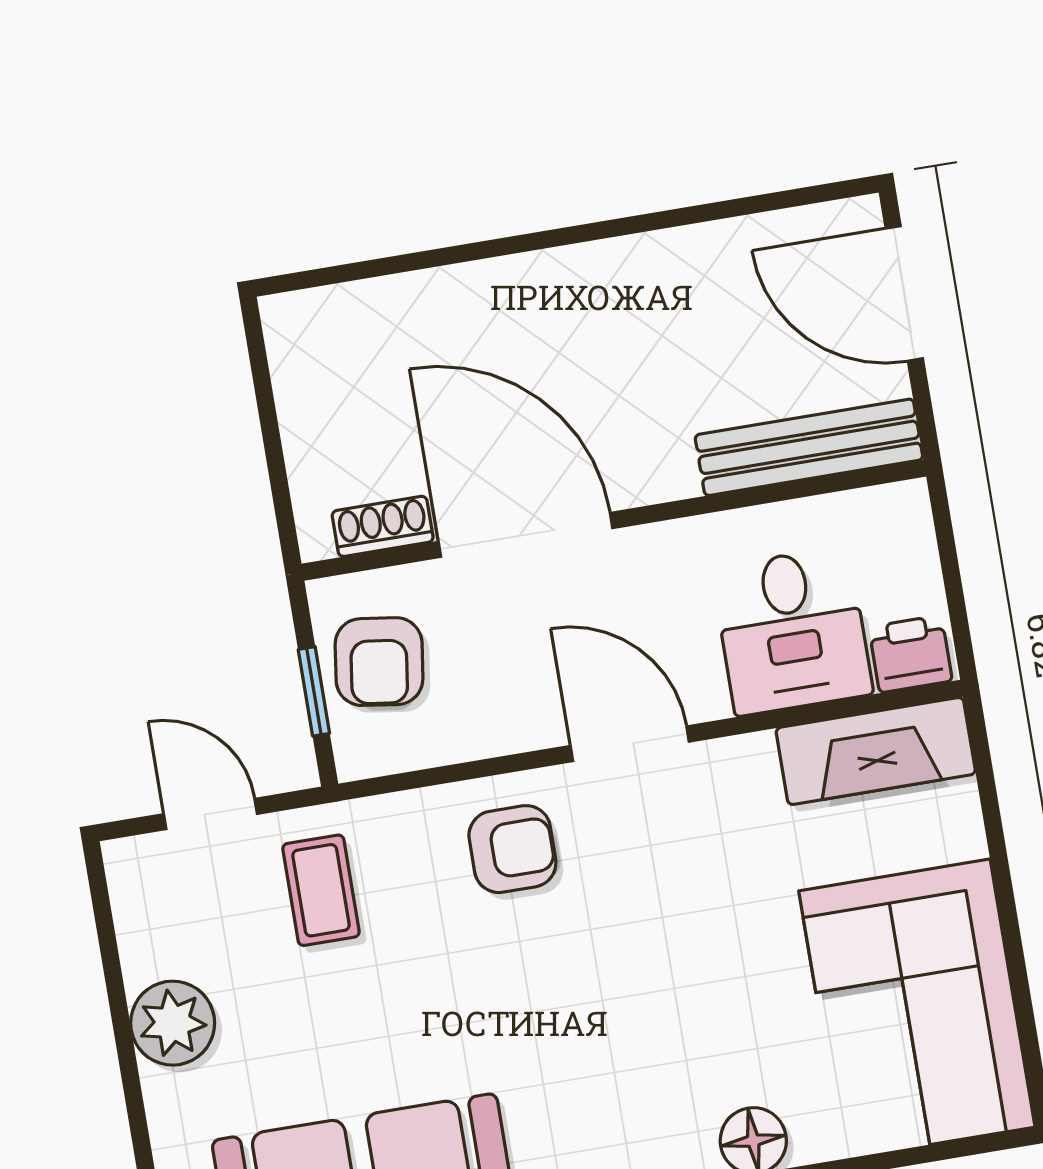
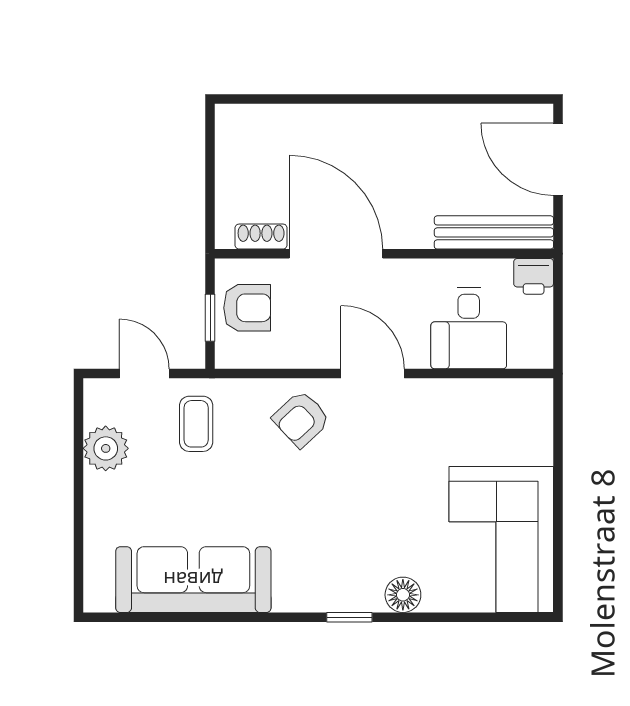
printer: (911, 654) -> (534, 276), moved, turned 180
armchair: (379, 662) -> (247, 308), turned -98
fireplace: (876, 751) -> (502, 399), removed
armchair: (512, 849) -> (301, 419), turned 137
plant: (173, 1023) -> (106, 448), moved

